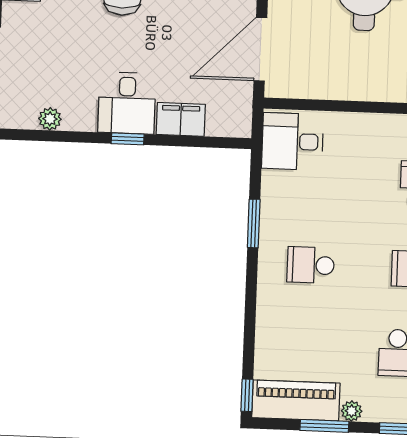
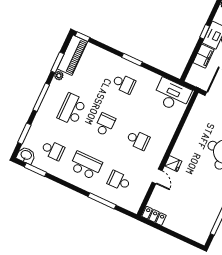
desk: (293, 141) -> (172, 95), width x1.37
window: (254, 223) -> (132, 60), moved
school desk: (311, 265) -> (124, 84), turned 90

